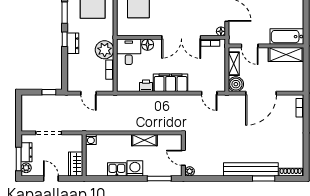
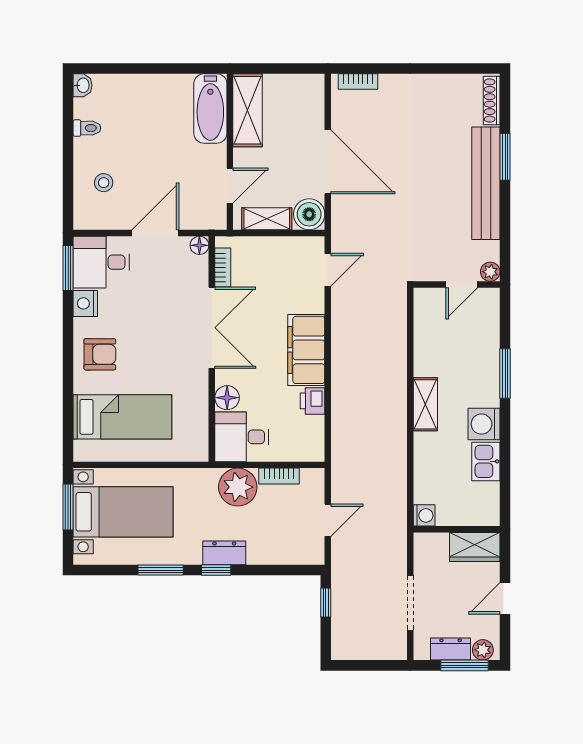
wall: (183, 155) -> (457, 285), moved
door: (183, 158) -> (462, 285), moved
plant: (190, 171) -> (490, 272), moved

